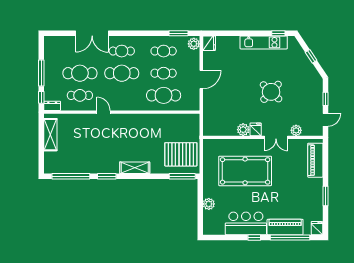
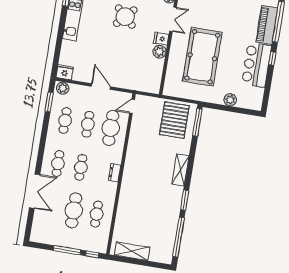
cafe table: (122, 73) -> (81, 167), width x0.73, depth x0.74
dresser: (52, 106) -> (115, 173), moved
door: (103, 112) -> (132, 106), moved

